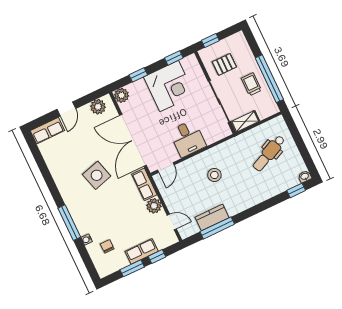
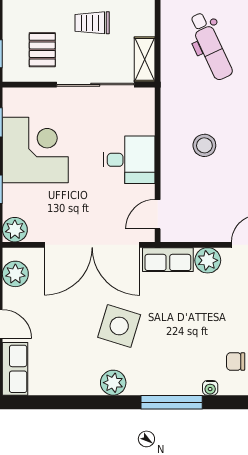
door: (166, 167) -> (158, 214), swing flipped
side table: (97, 175) -> (119, 326), turned 33
plant: (65, 186) -> (113, 383), added

